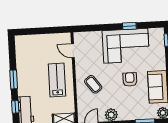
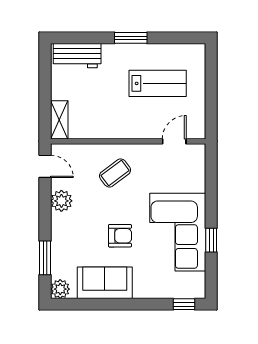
lab bench: (57, 80) -> (158, 83), moved
window: (15, 107) -> (84, 38), removed

